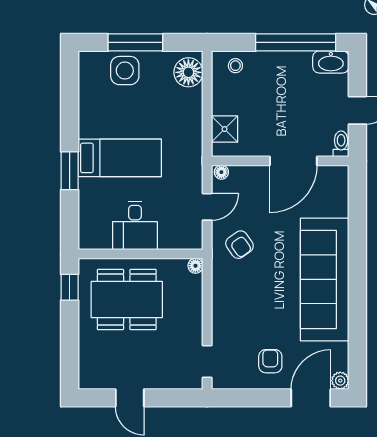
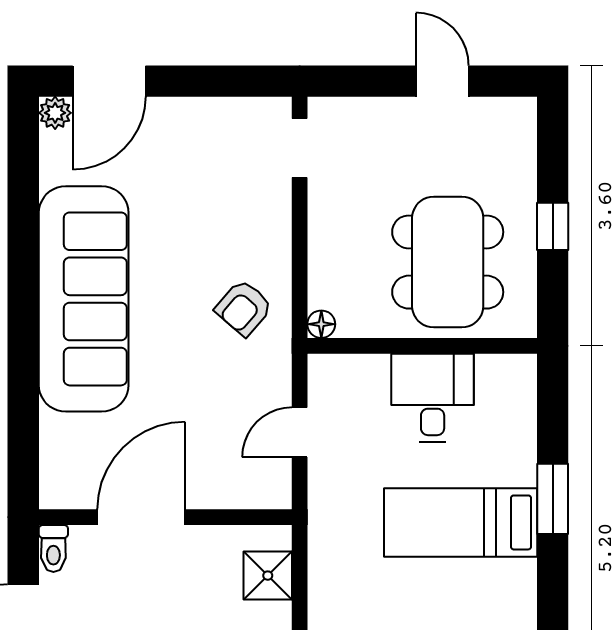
floor lamp: (221, 172) -> (274, 496), removed
armchair: (239, 245) -> (244, 308), moved, turned -104
window: (70, 287) -> (553, 226), moved
dining table: (127, 300) -> (448, 262), turned 90
armchair: (270, 361) -> (184, 148), removed

